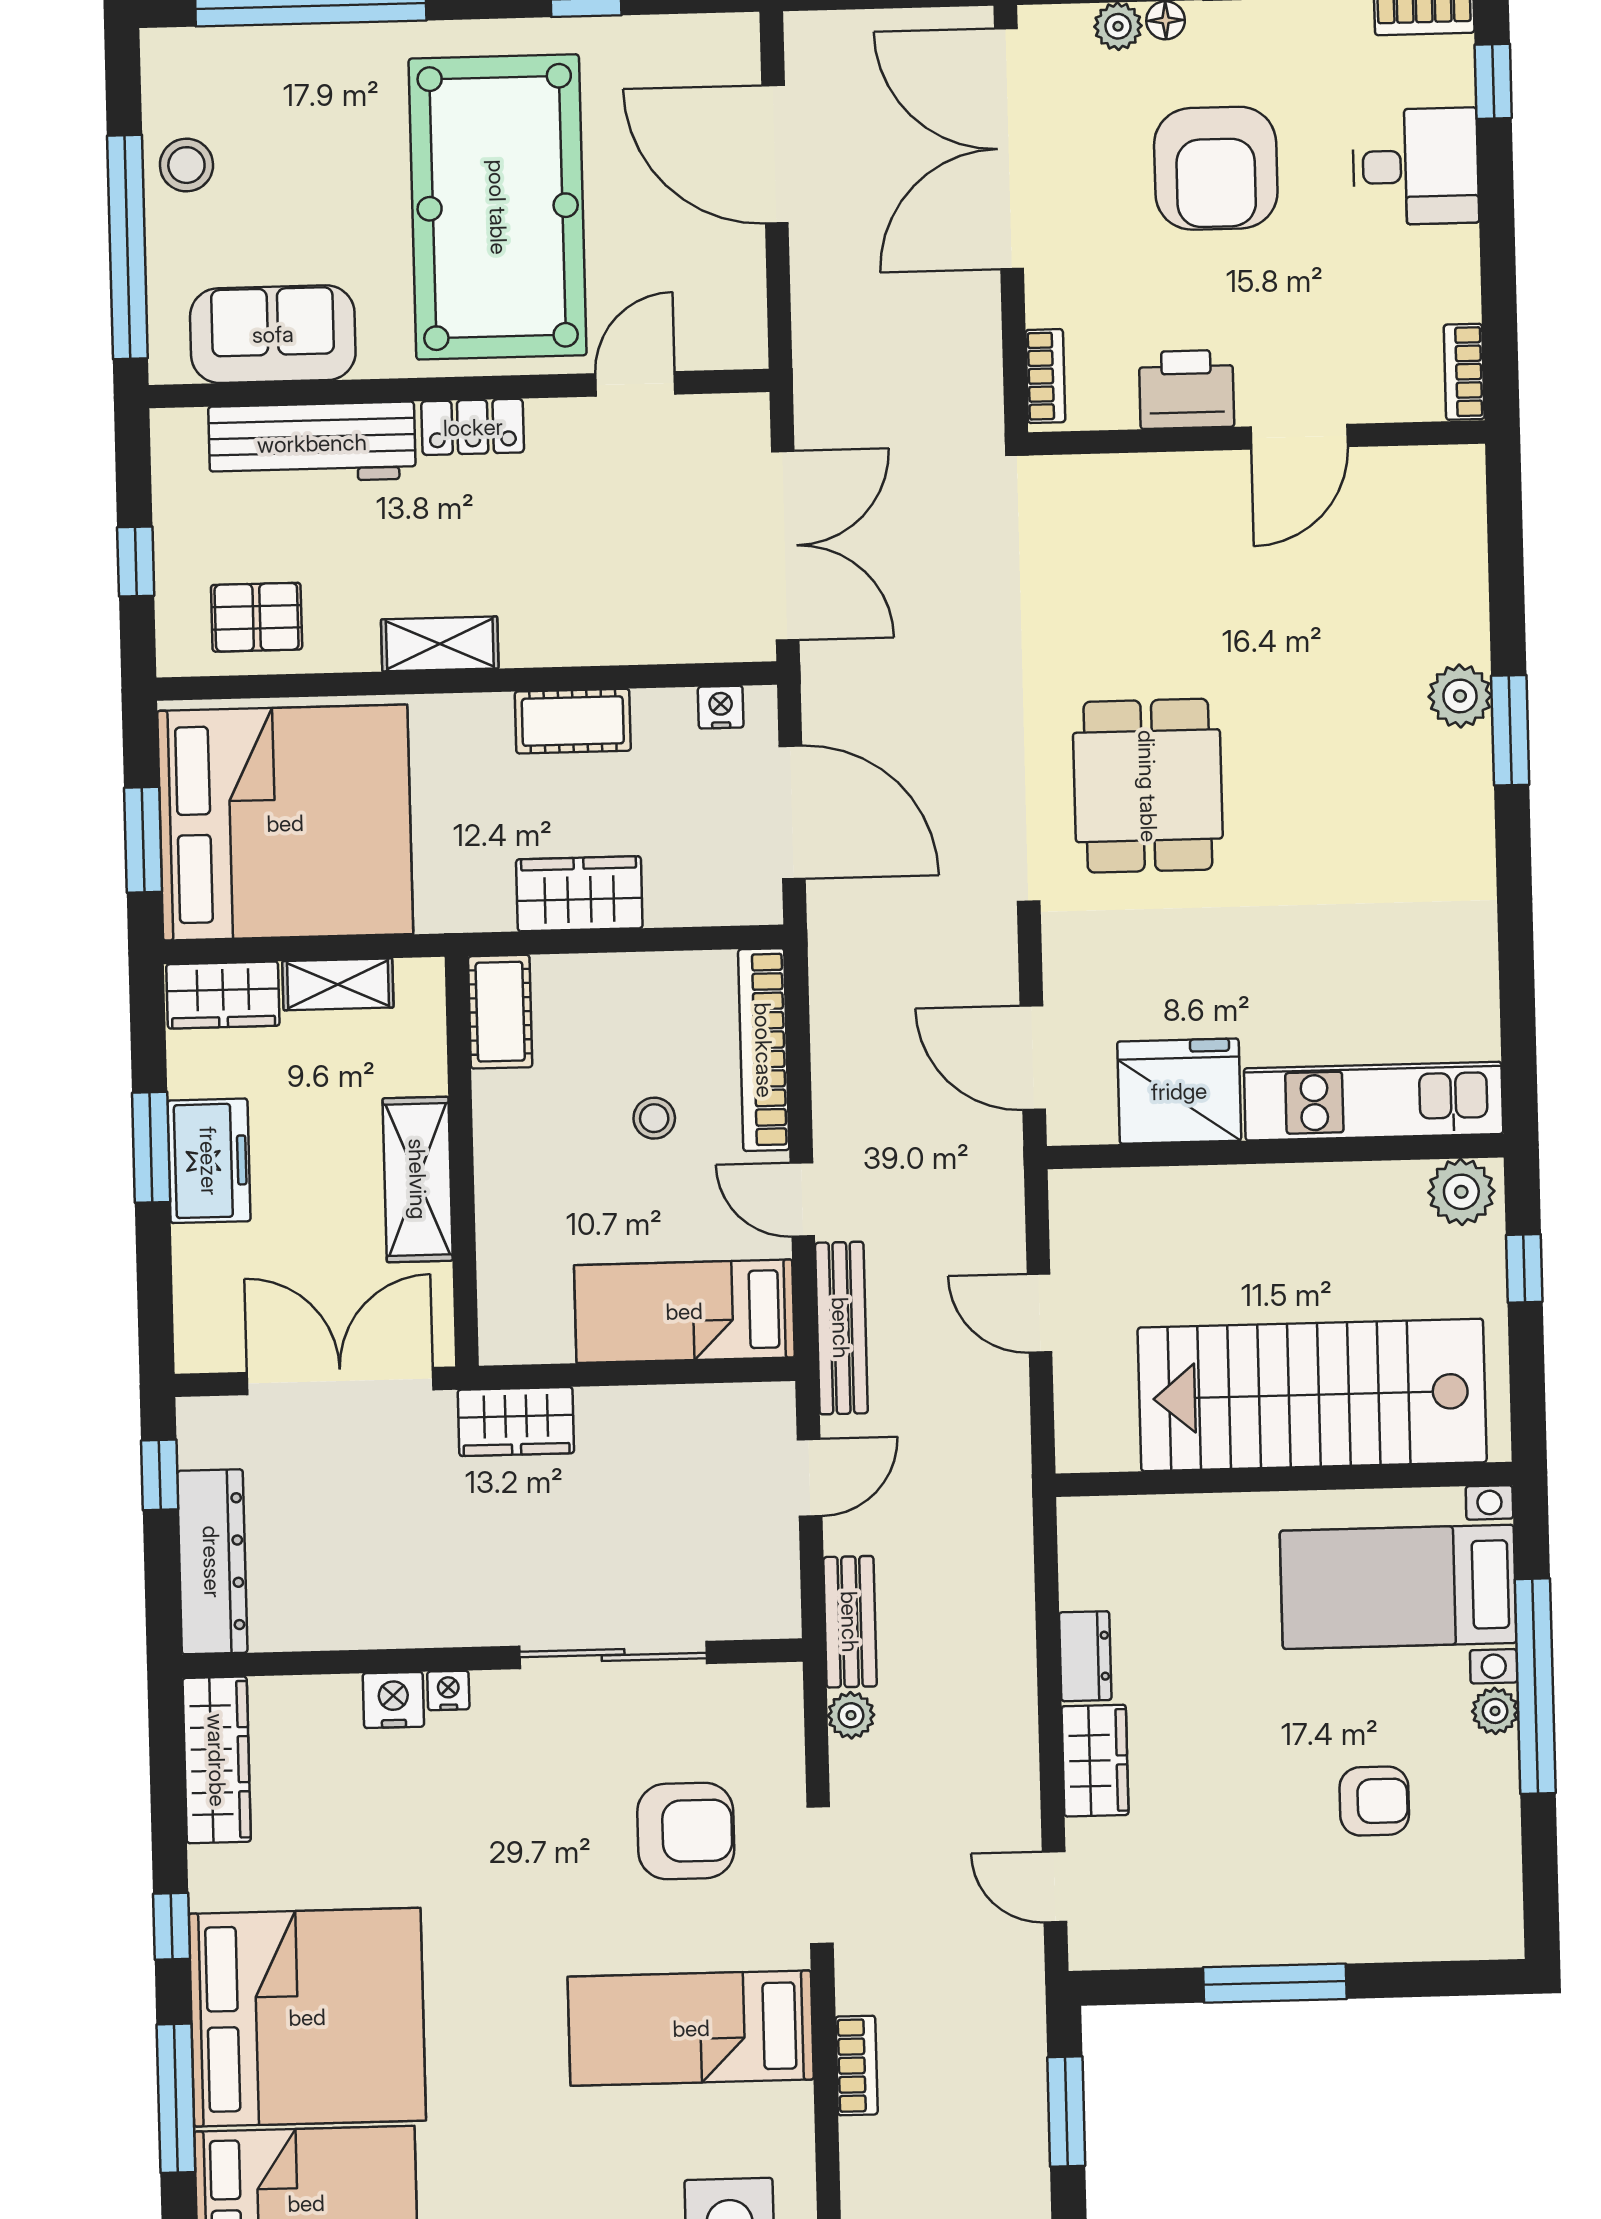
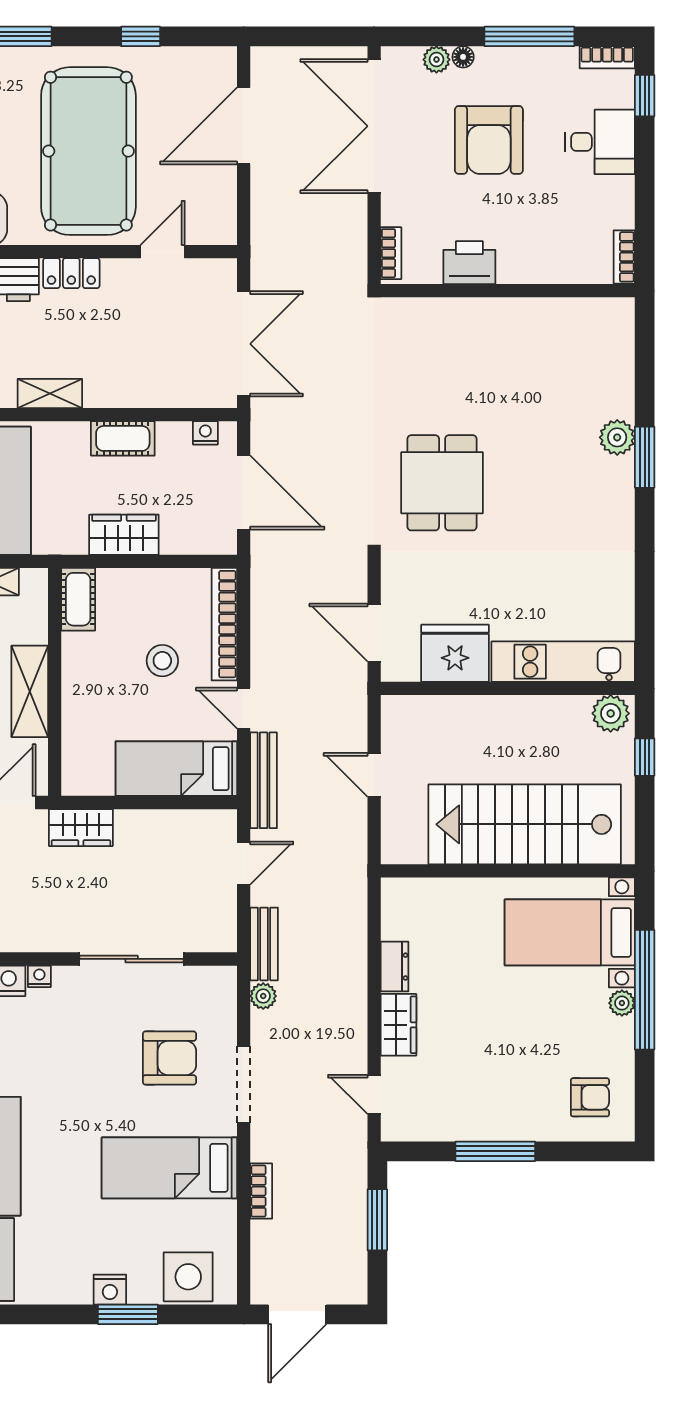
door: (775, 154) -> (244, 126), hinge flipped
door: (1299, 437) -> (531, 291), removed
stool: (654, 1118) -> (162, 661), width x1.37, depth x1.37
armchair: (1374, 1801) -> (590, 1097), moved

